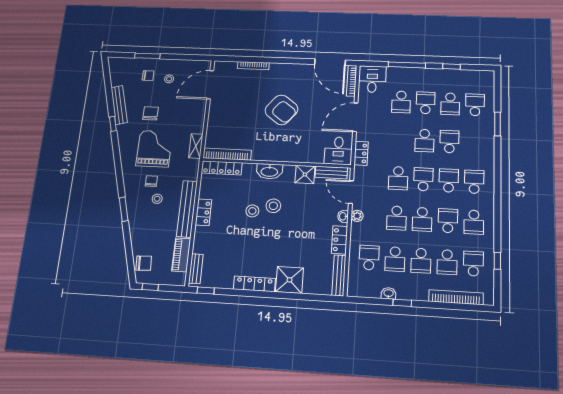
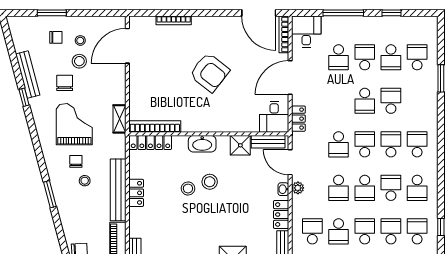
stool: (166, 96) -> (79, 61), added
school desk: (421, 261) -> (365, 231), turned 180
school desk: (447, 262) -> (391, 231), turned 180

